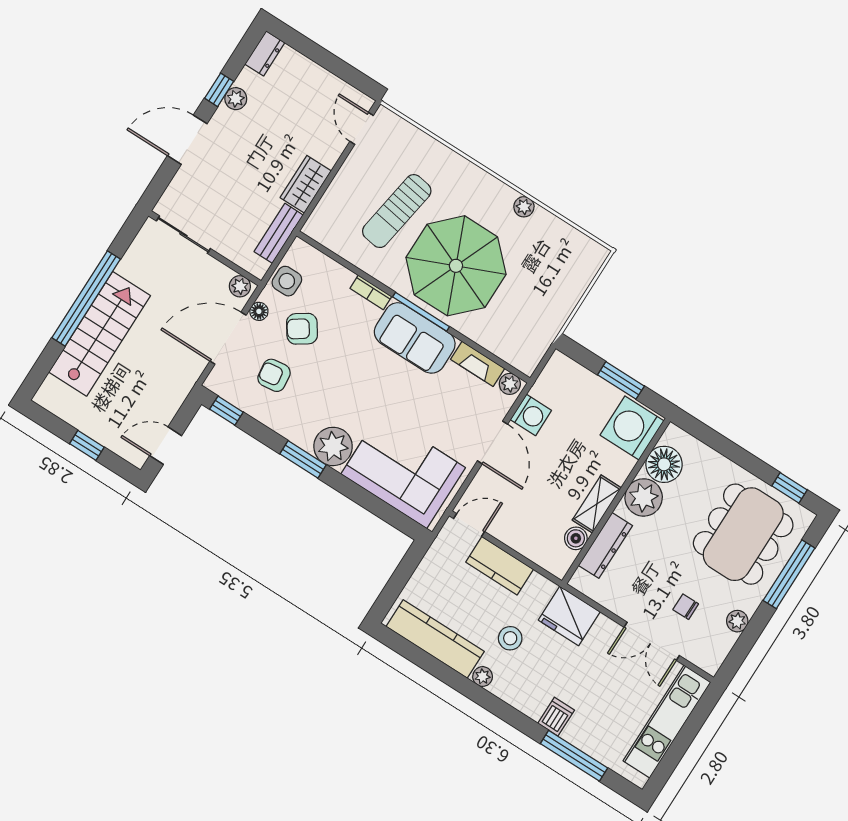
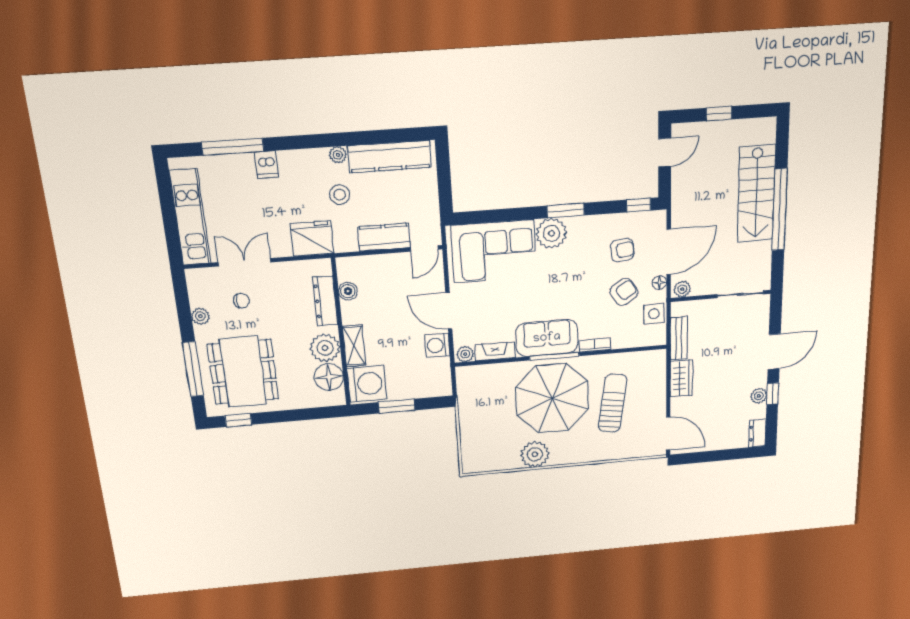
door: (362, 128) -> (668, 434), width x1.38
plant: (524, 207) -> (535, 454), width x1.87, depth x1.87
shelving: (597, 504) -> (354, 346), moved

